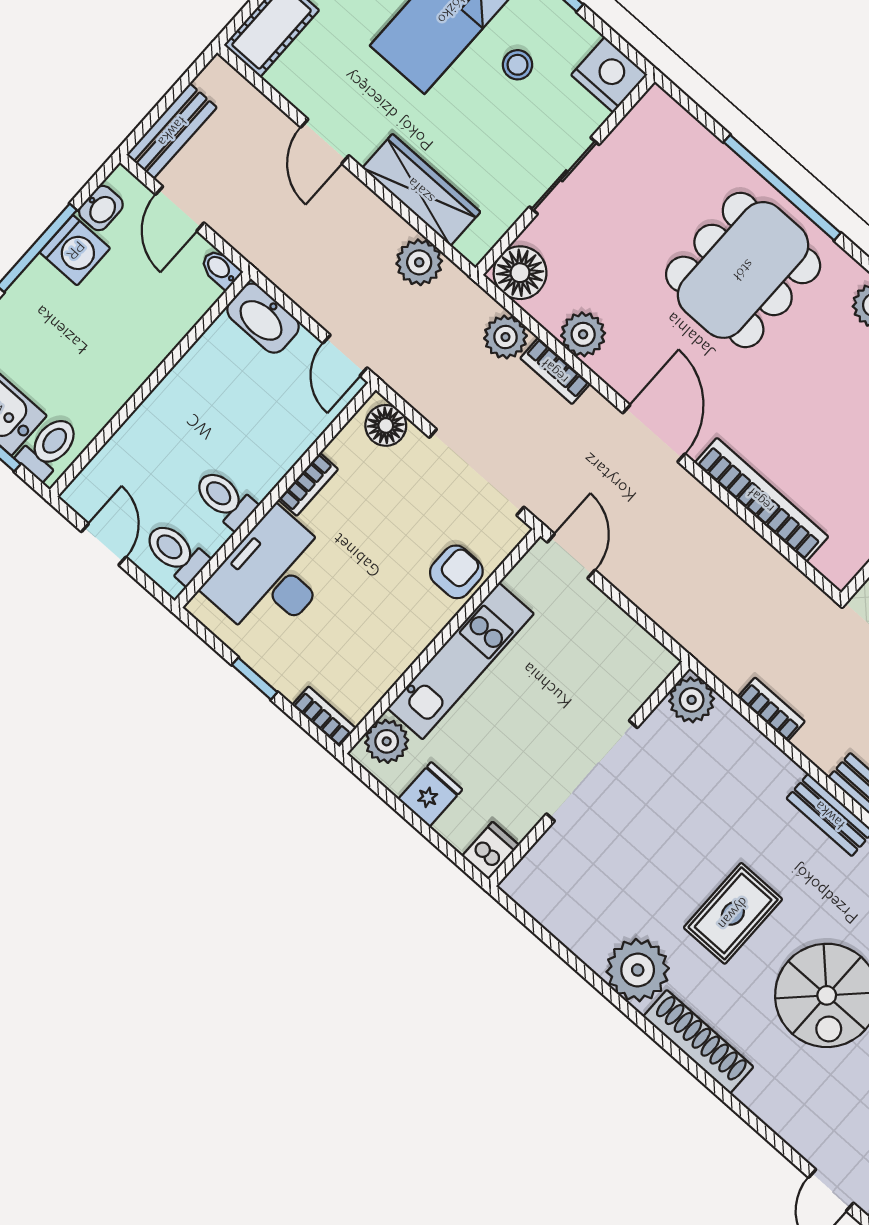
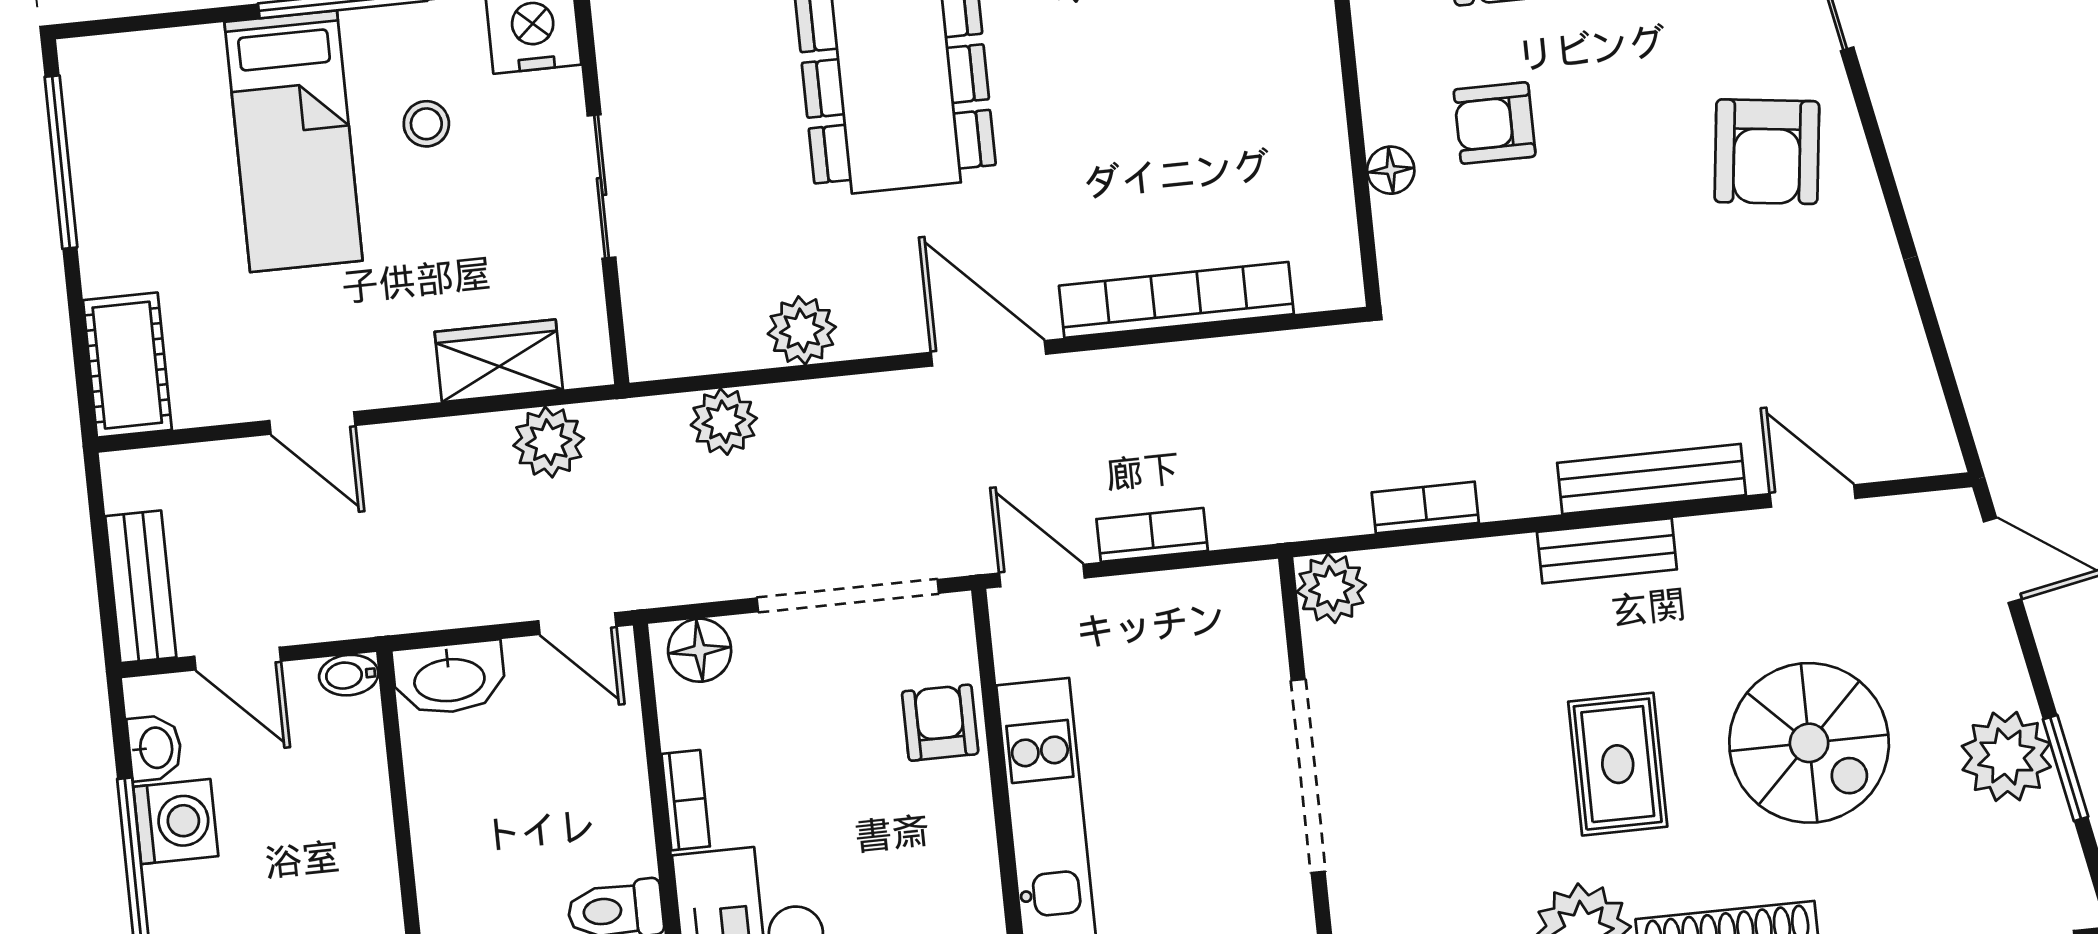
wardrobe: (421, 190) -> (499, 361), width x0.67
floor lamp: (520, 273) -> (666, 338), removed
bookcase: (555, 371) -> (1152, 535), moved, turned 180

